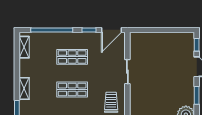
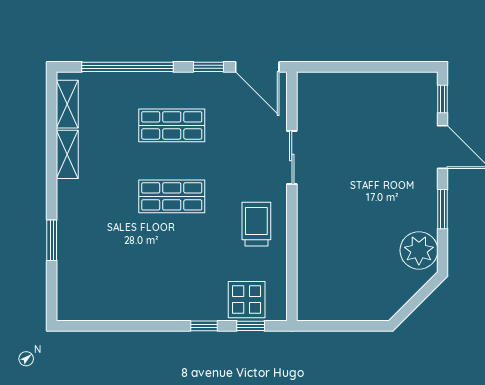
door: (111, 30) -> (257, 67), hinge flipped
shelving: (24, 89) -> (67, 154), moved

